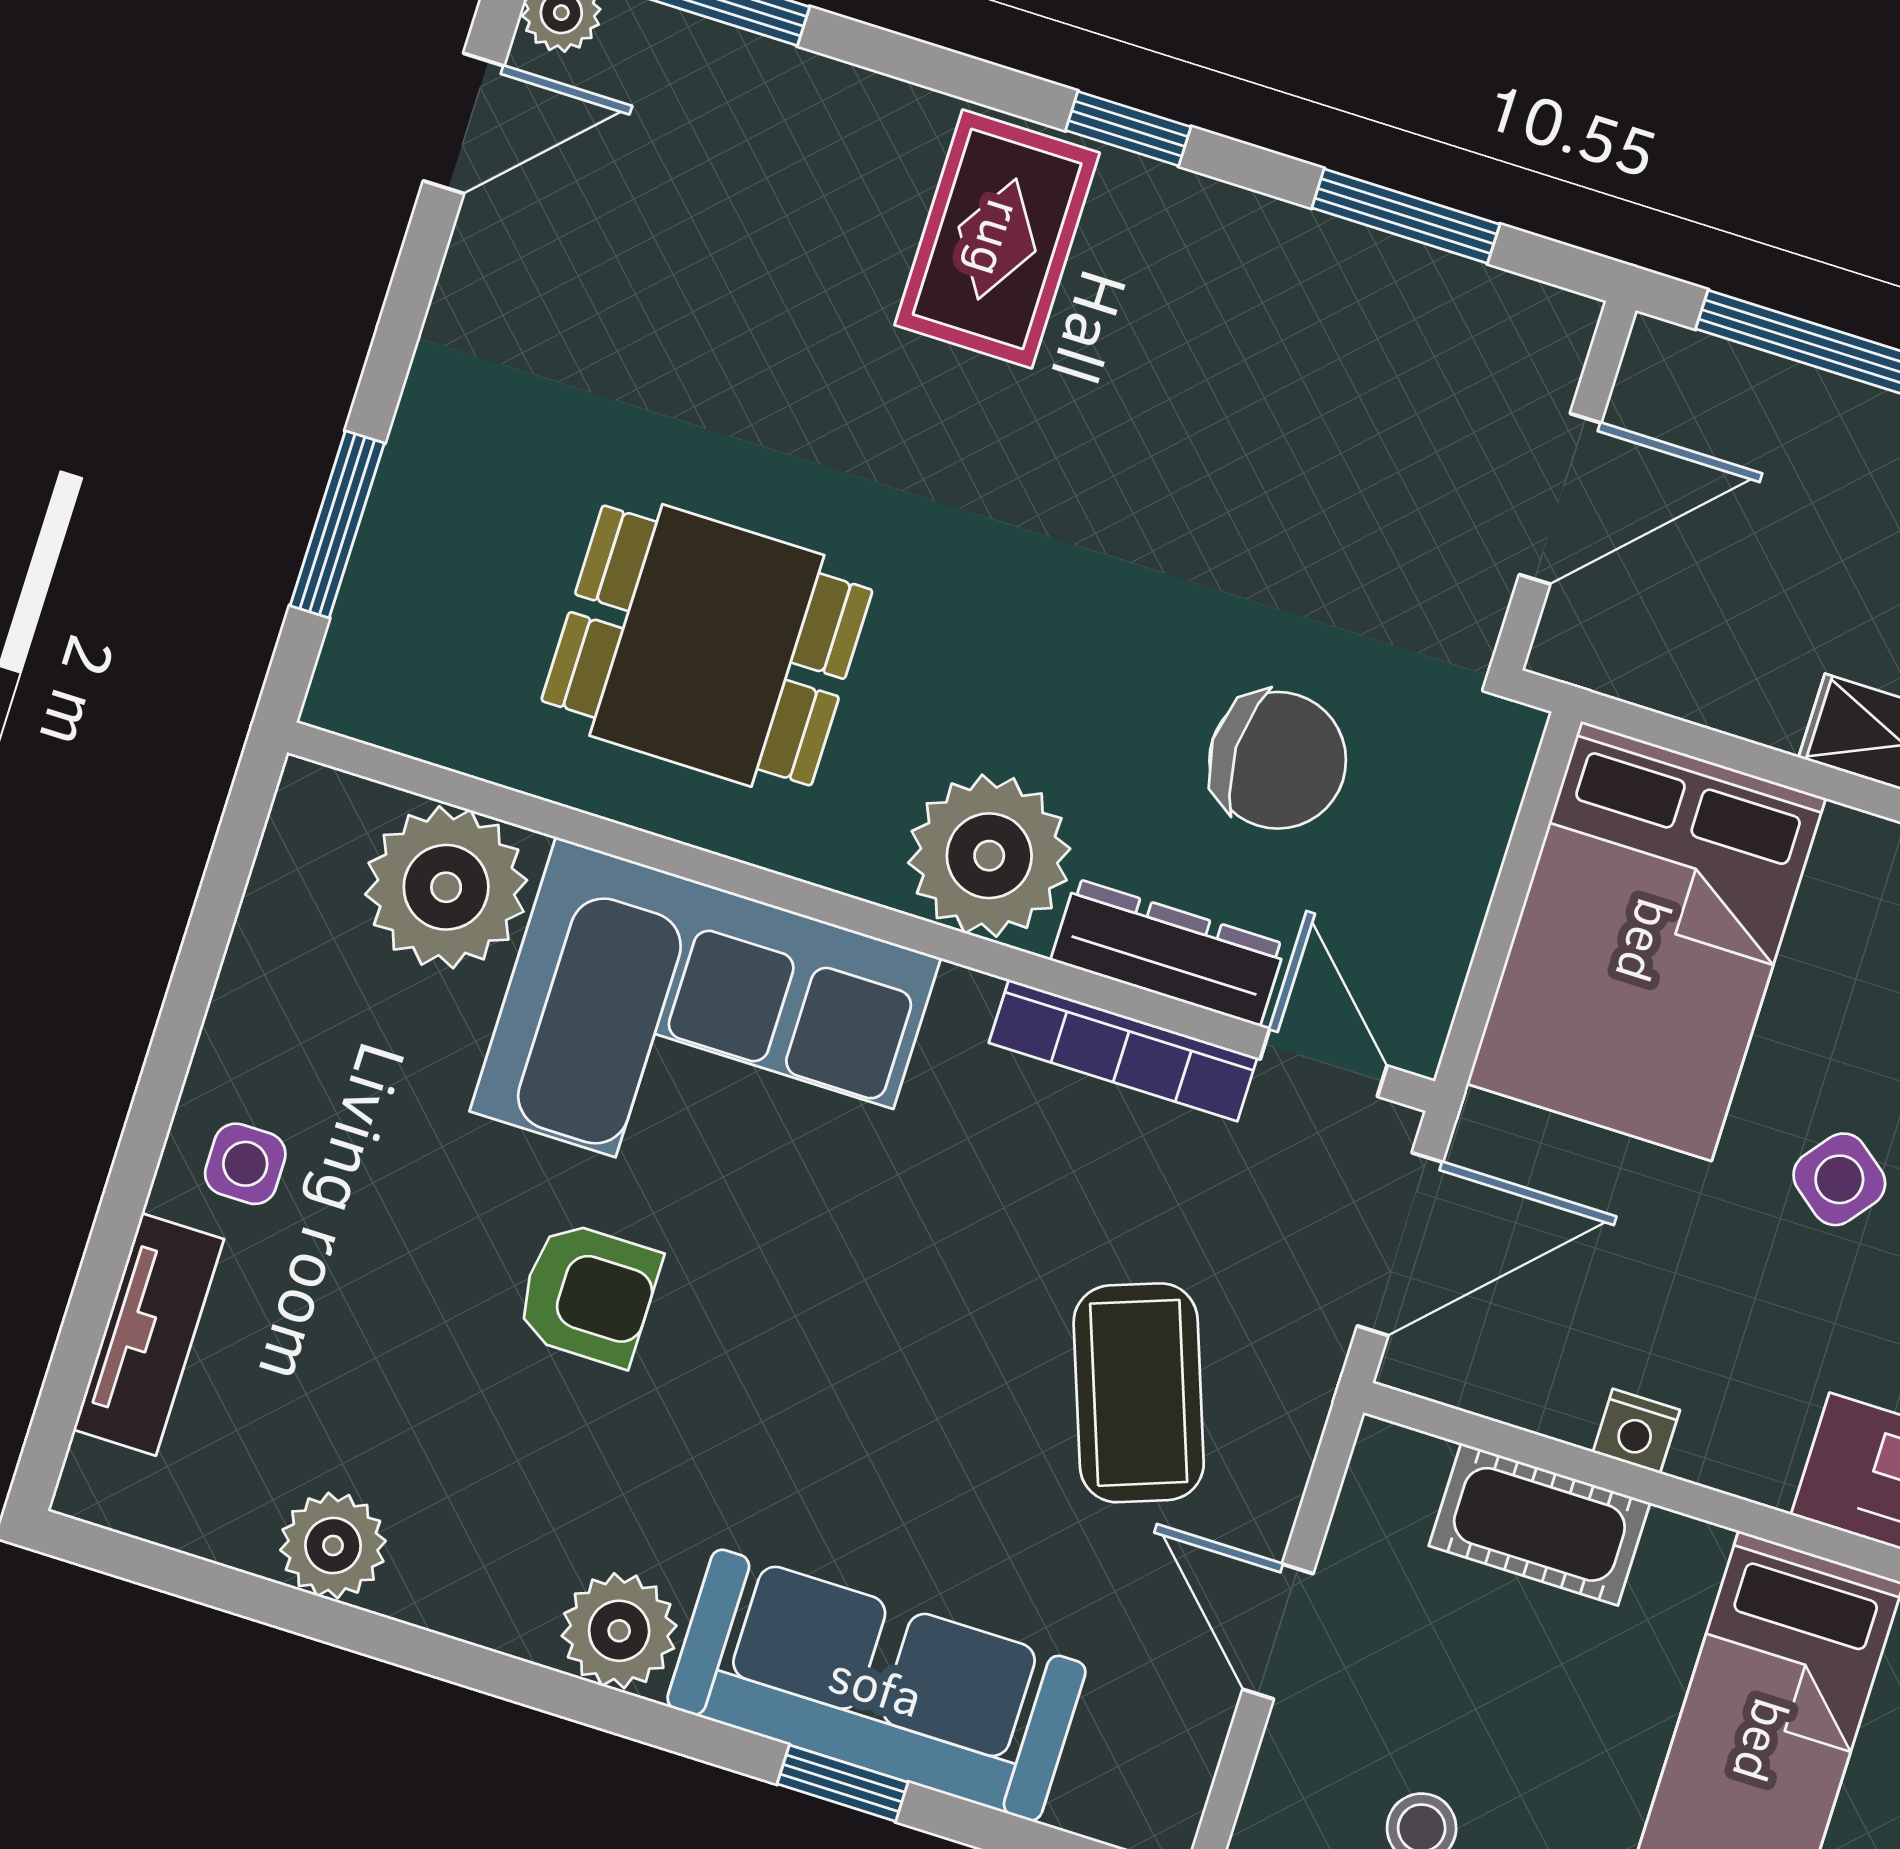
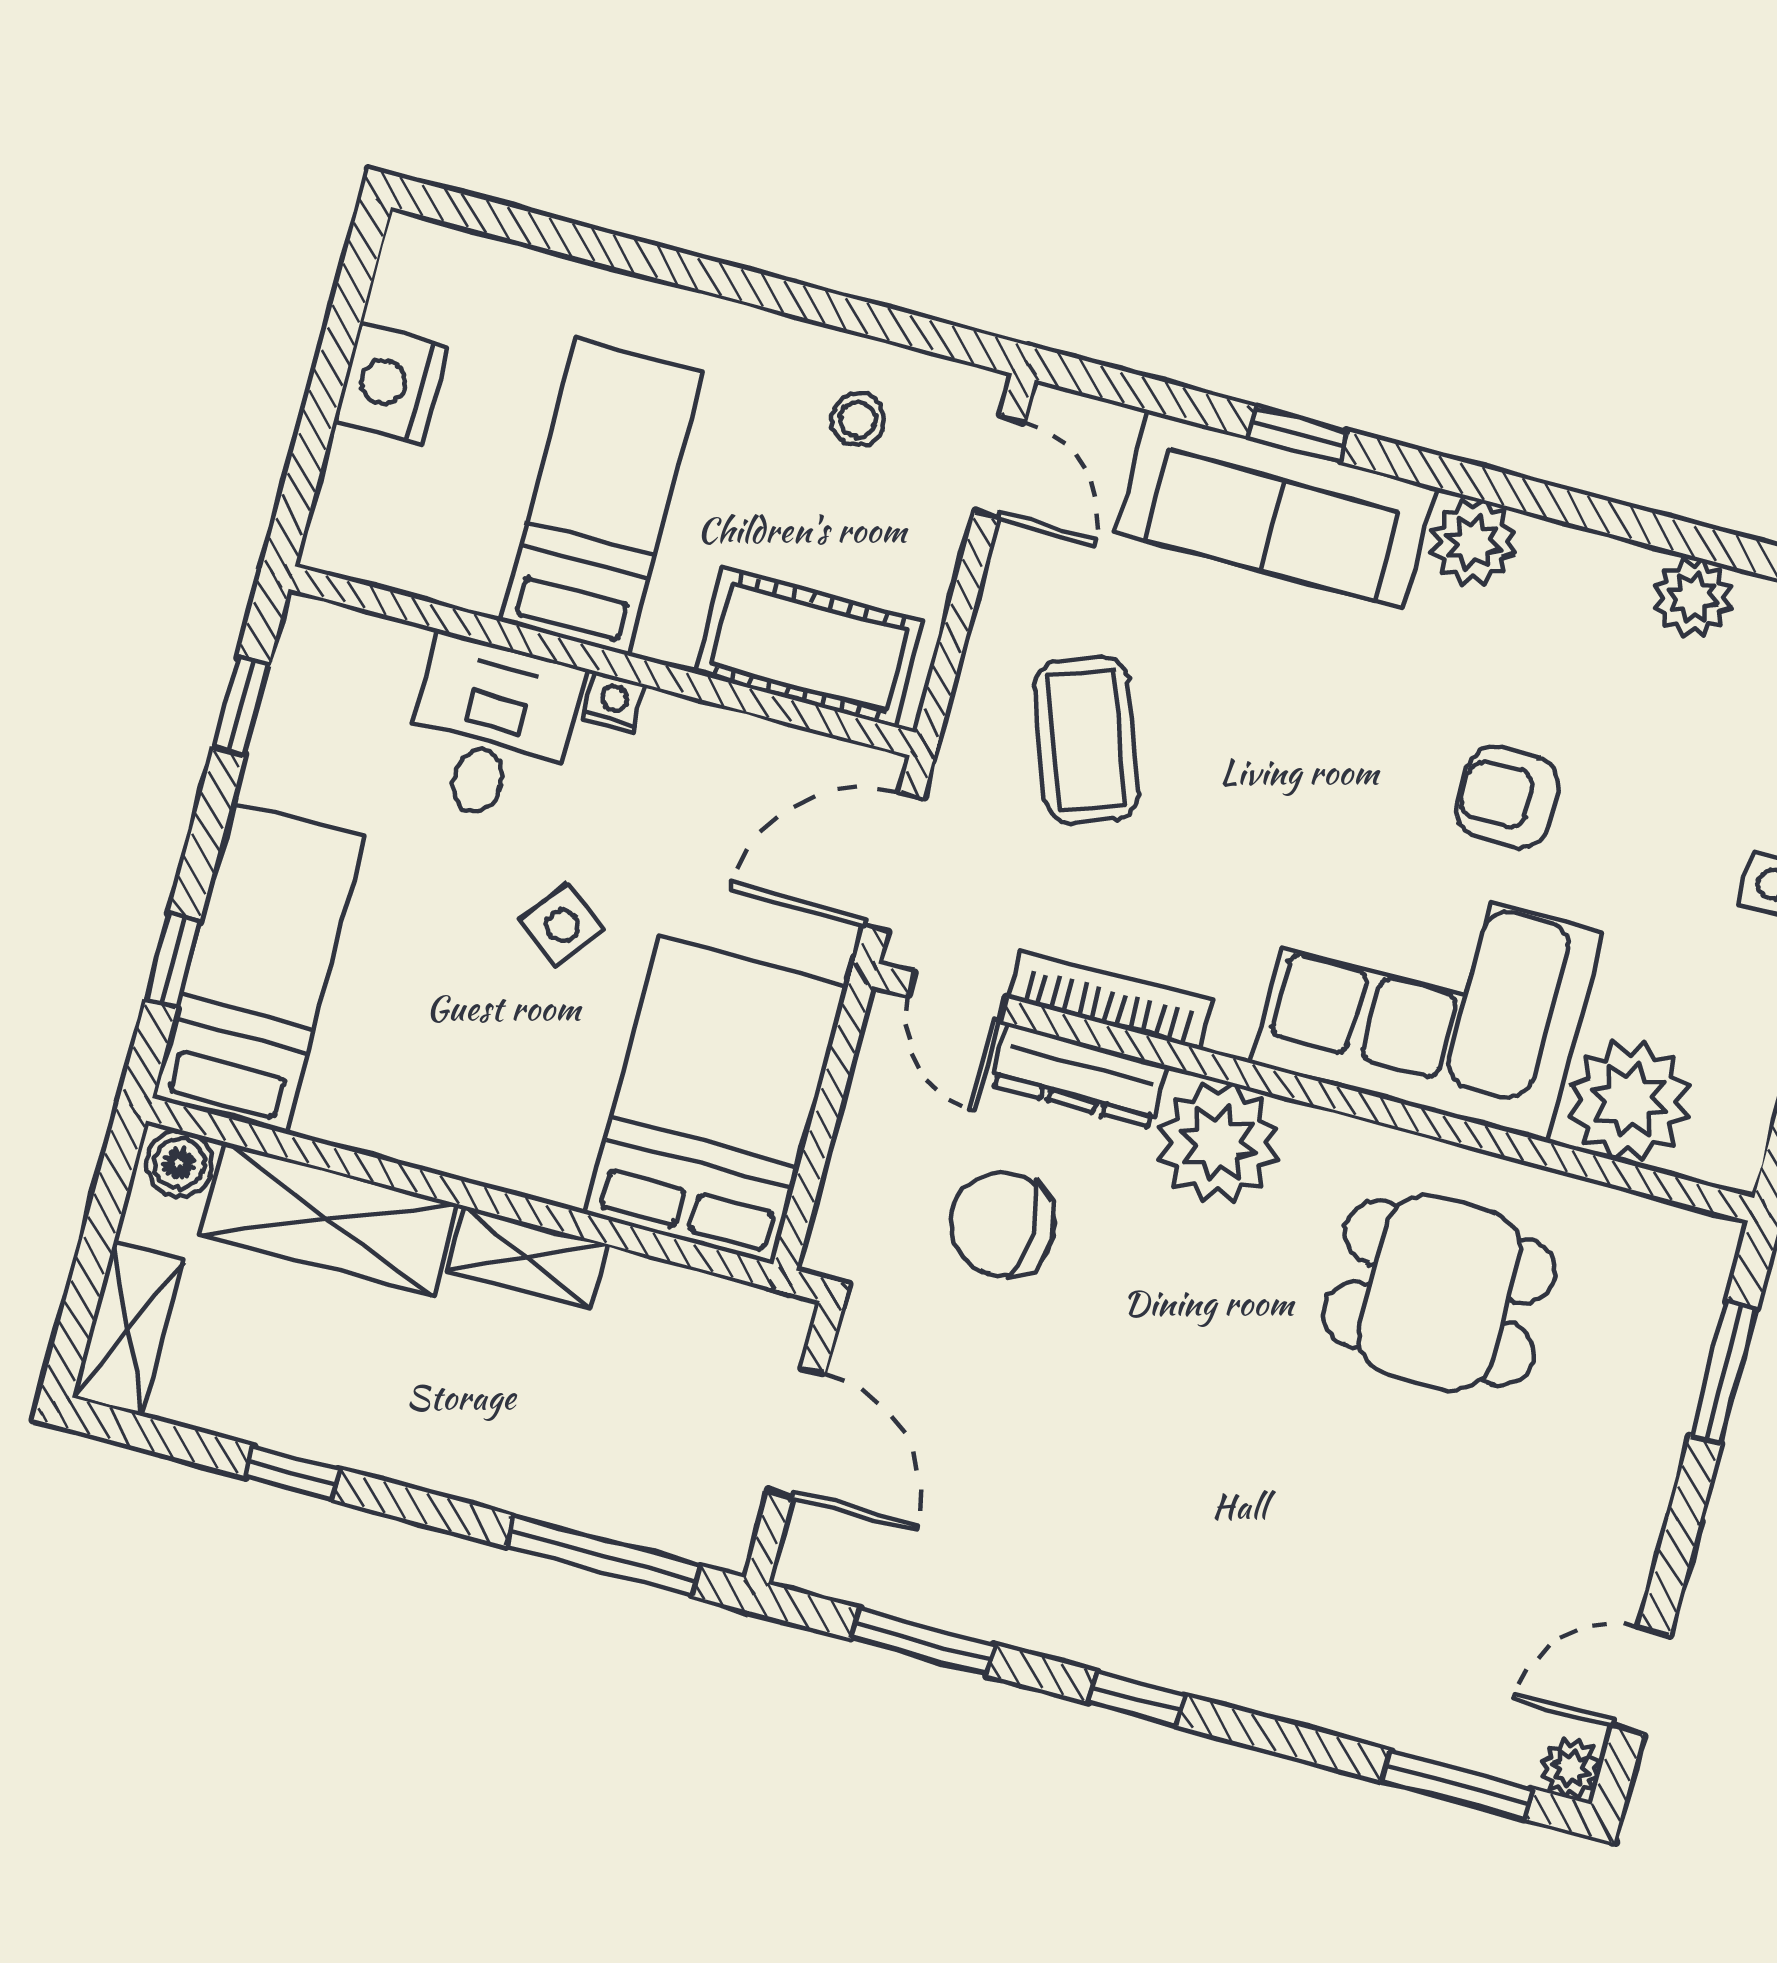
rug: (997, 239) -> (1232, 1611), removed
door: (1560, 499) -> (797, 1432), swing flipped
nightstand: (1636, 1431) -> (613, 702), moved
cot: (1539, 1524) -> (809, 647), width x1.37, depth x1.34
door: (1278, 1631) -> (999, 467), moved

